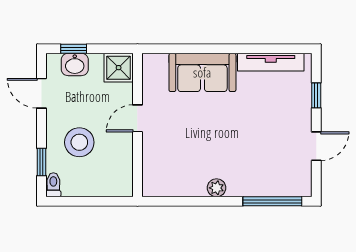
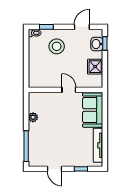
door: (137, 118) -> (69, 90), moved
wall: (137, 125) -> (65, 90), moved

